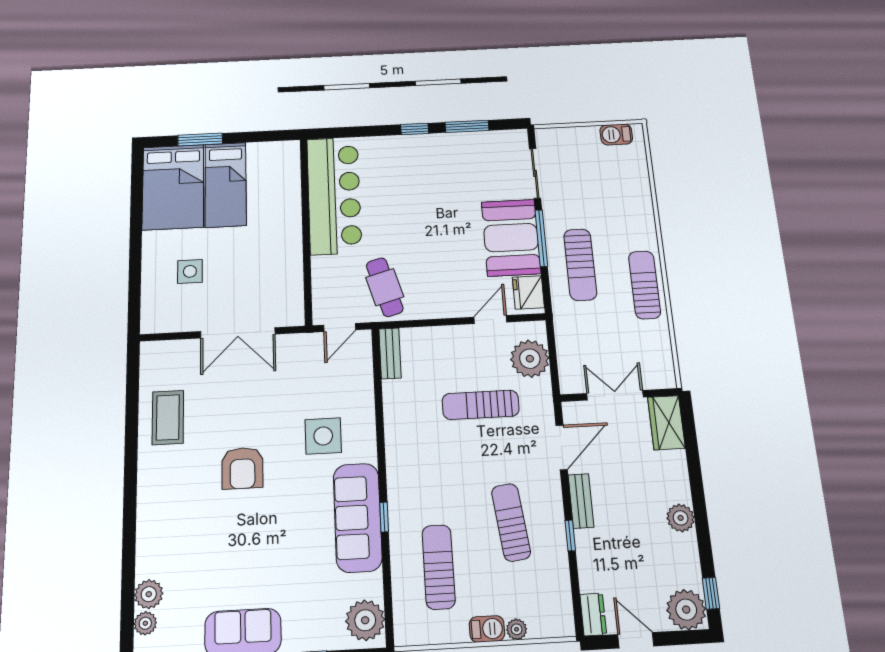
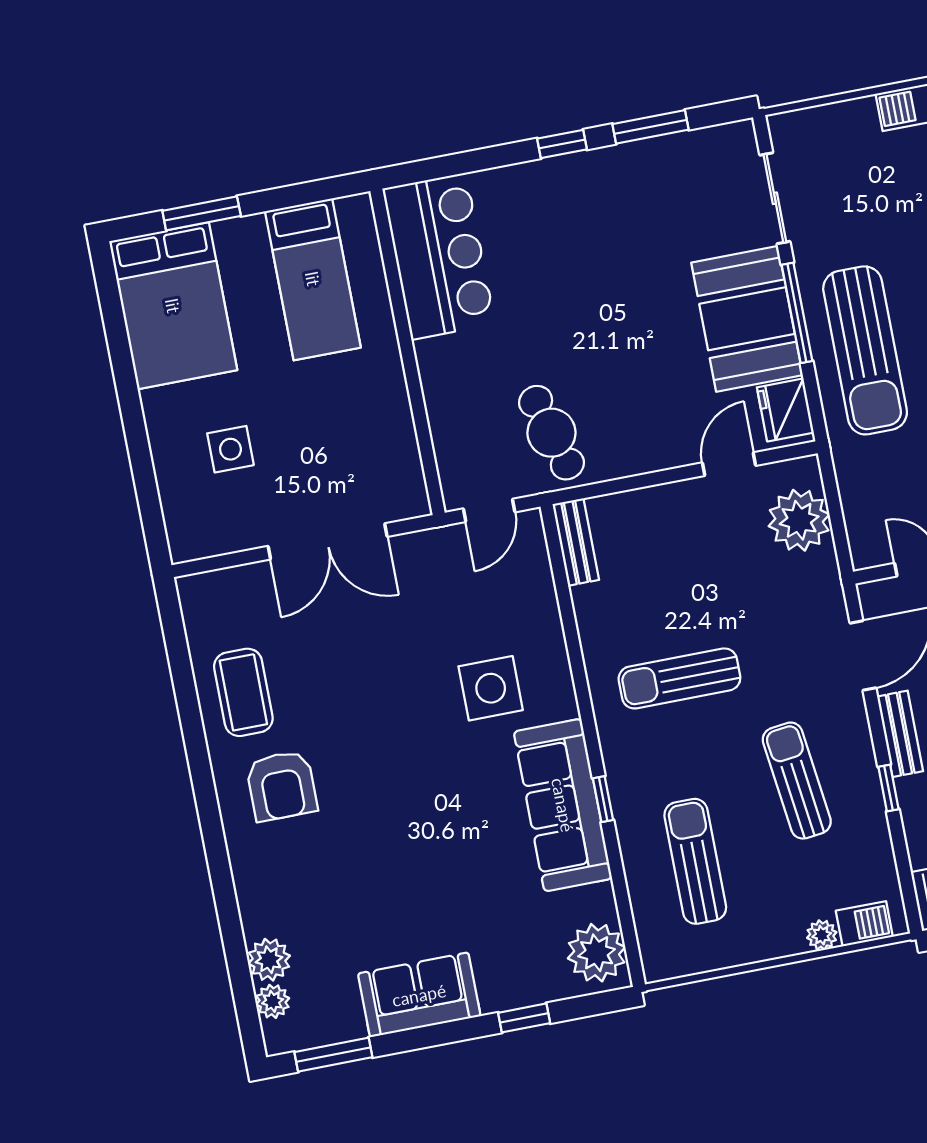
bed: (226, 185) -> (313, 279), moved
bar counter: (334, 195) -> (439, 256), width x0.73
sun lounger: (580, 265) -> (865, 350), width x1.36, depth x1.34
sun lounger: (481, 405) -> (679, 678), moved
armchair: (242, 468) -> (282, 786), moved
barbecue: (487, 629) -> (864, 924), moved

